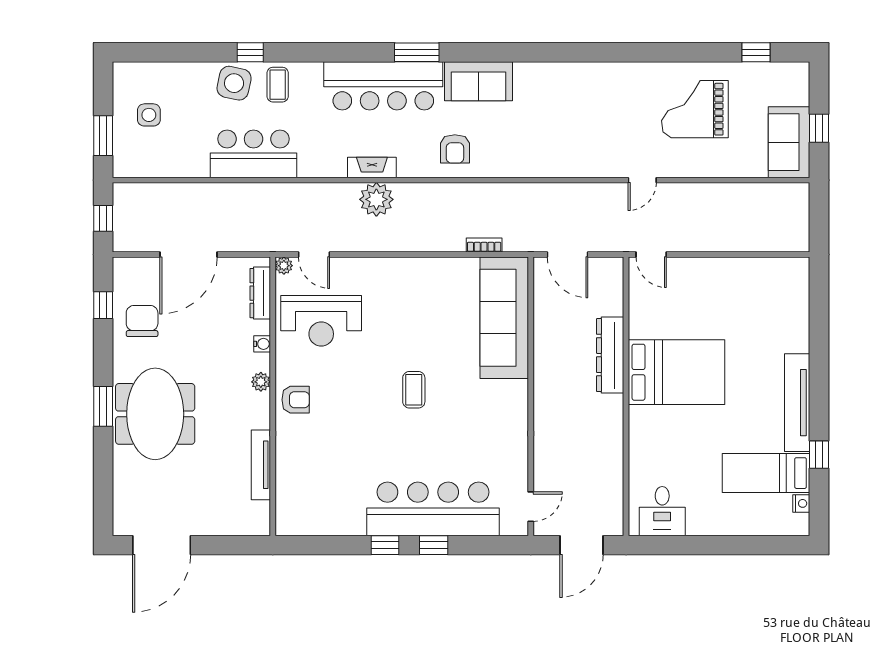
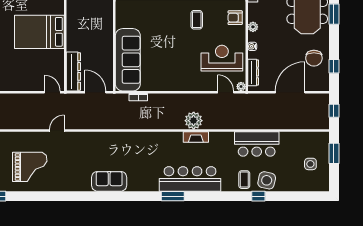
sofa: (478, 81) -> (109, 181), moved
armchair: (455, 149) -> (153, 147), removed
dresser: (610, 355) -> (73, 71), moved
coffee table: (414, 390) -> (197, 20), moved

